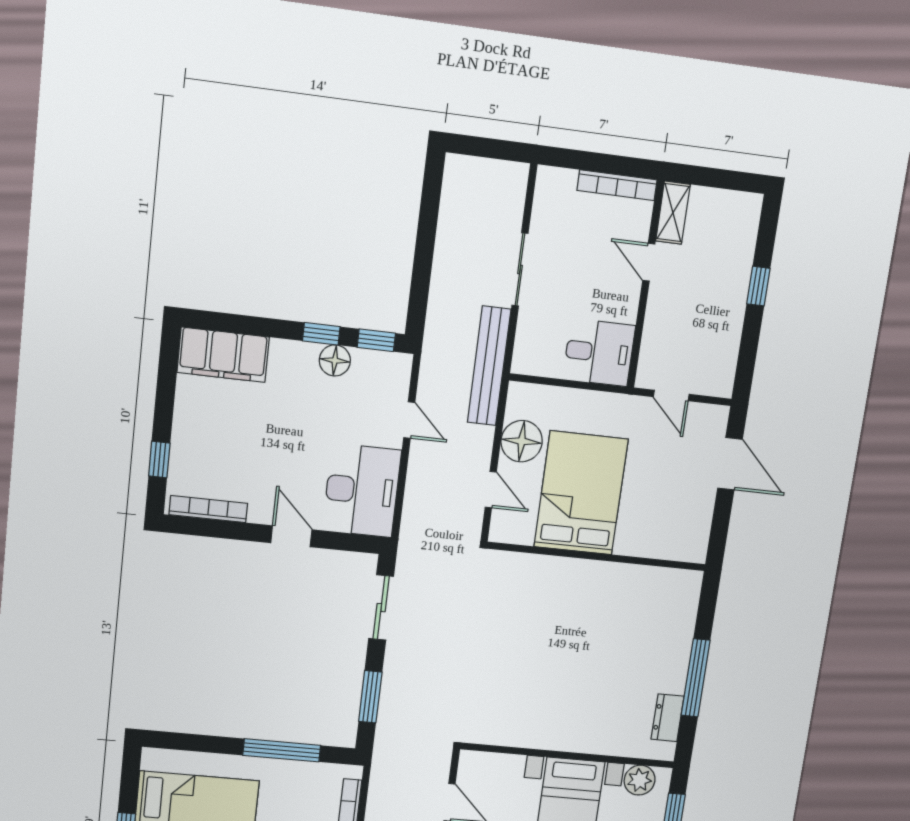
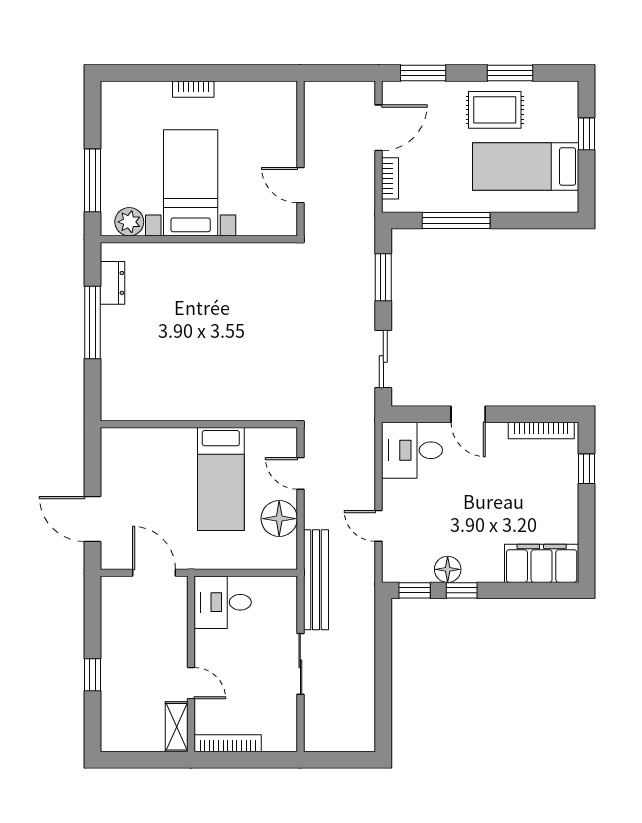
door: (671, 395) -> (154, 573), width x1.38
desk: (362, 490) -> (412, 450), width x0.73
bed: (581, 493) -> (221, 479), width x0.67

